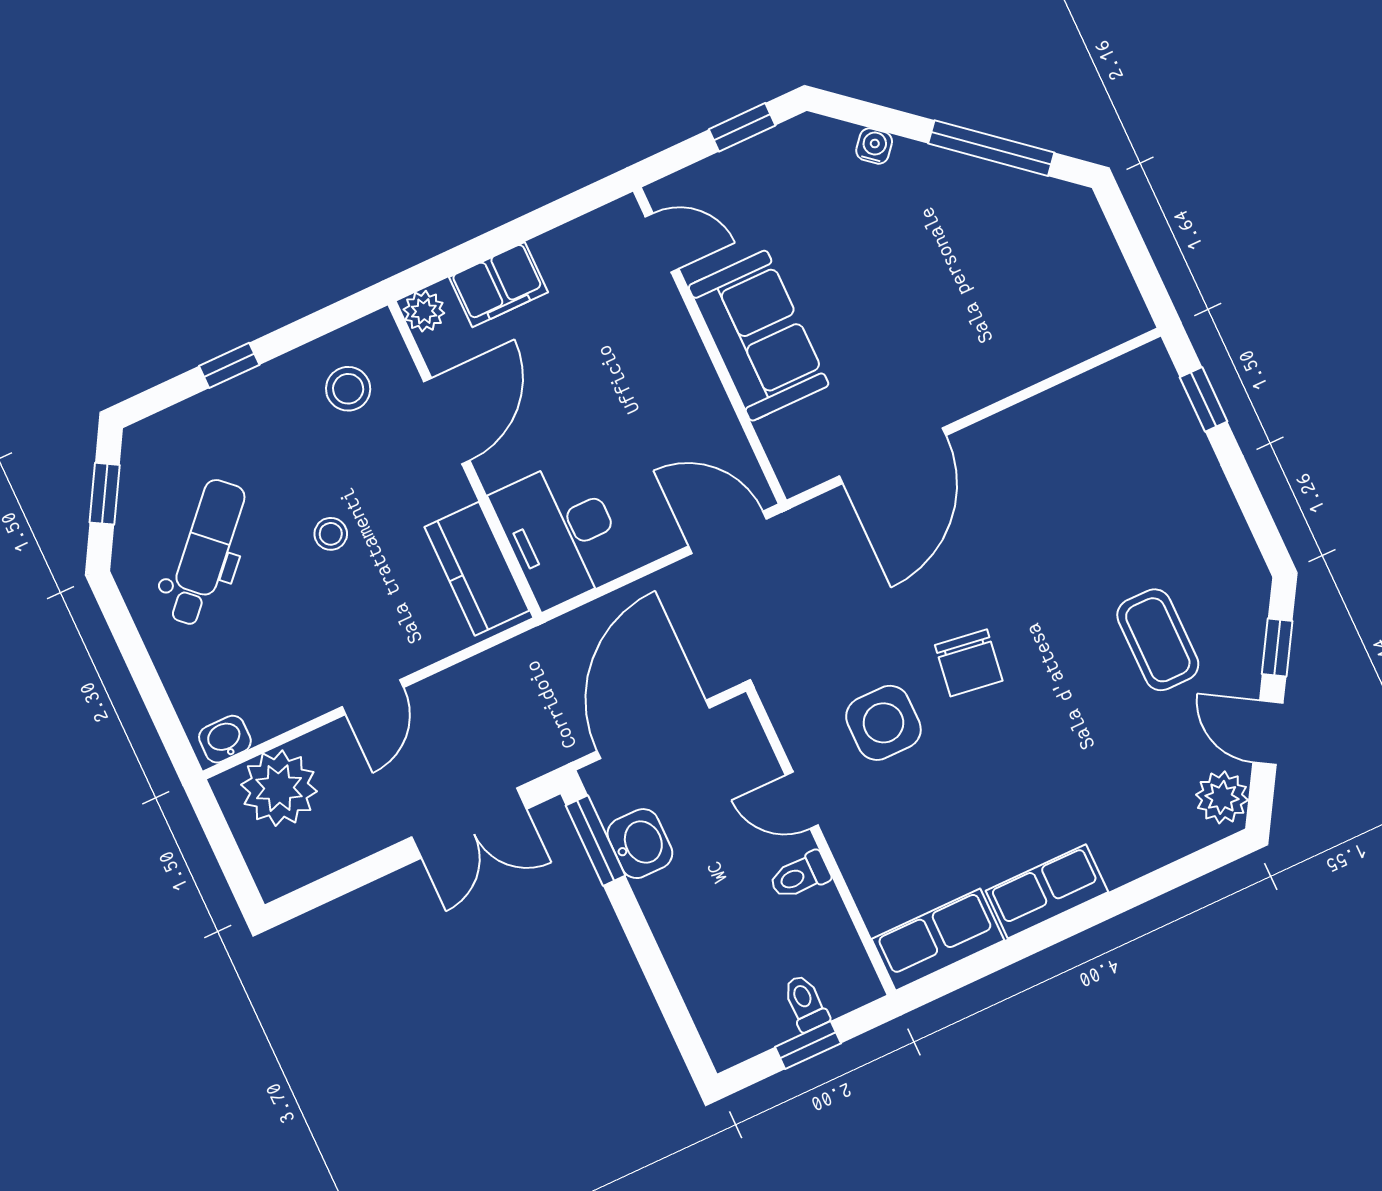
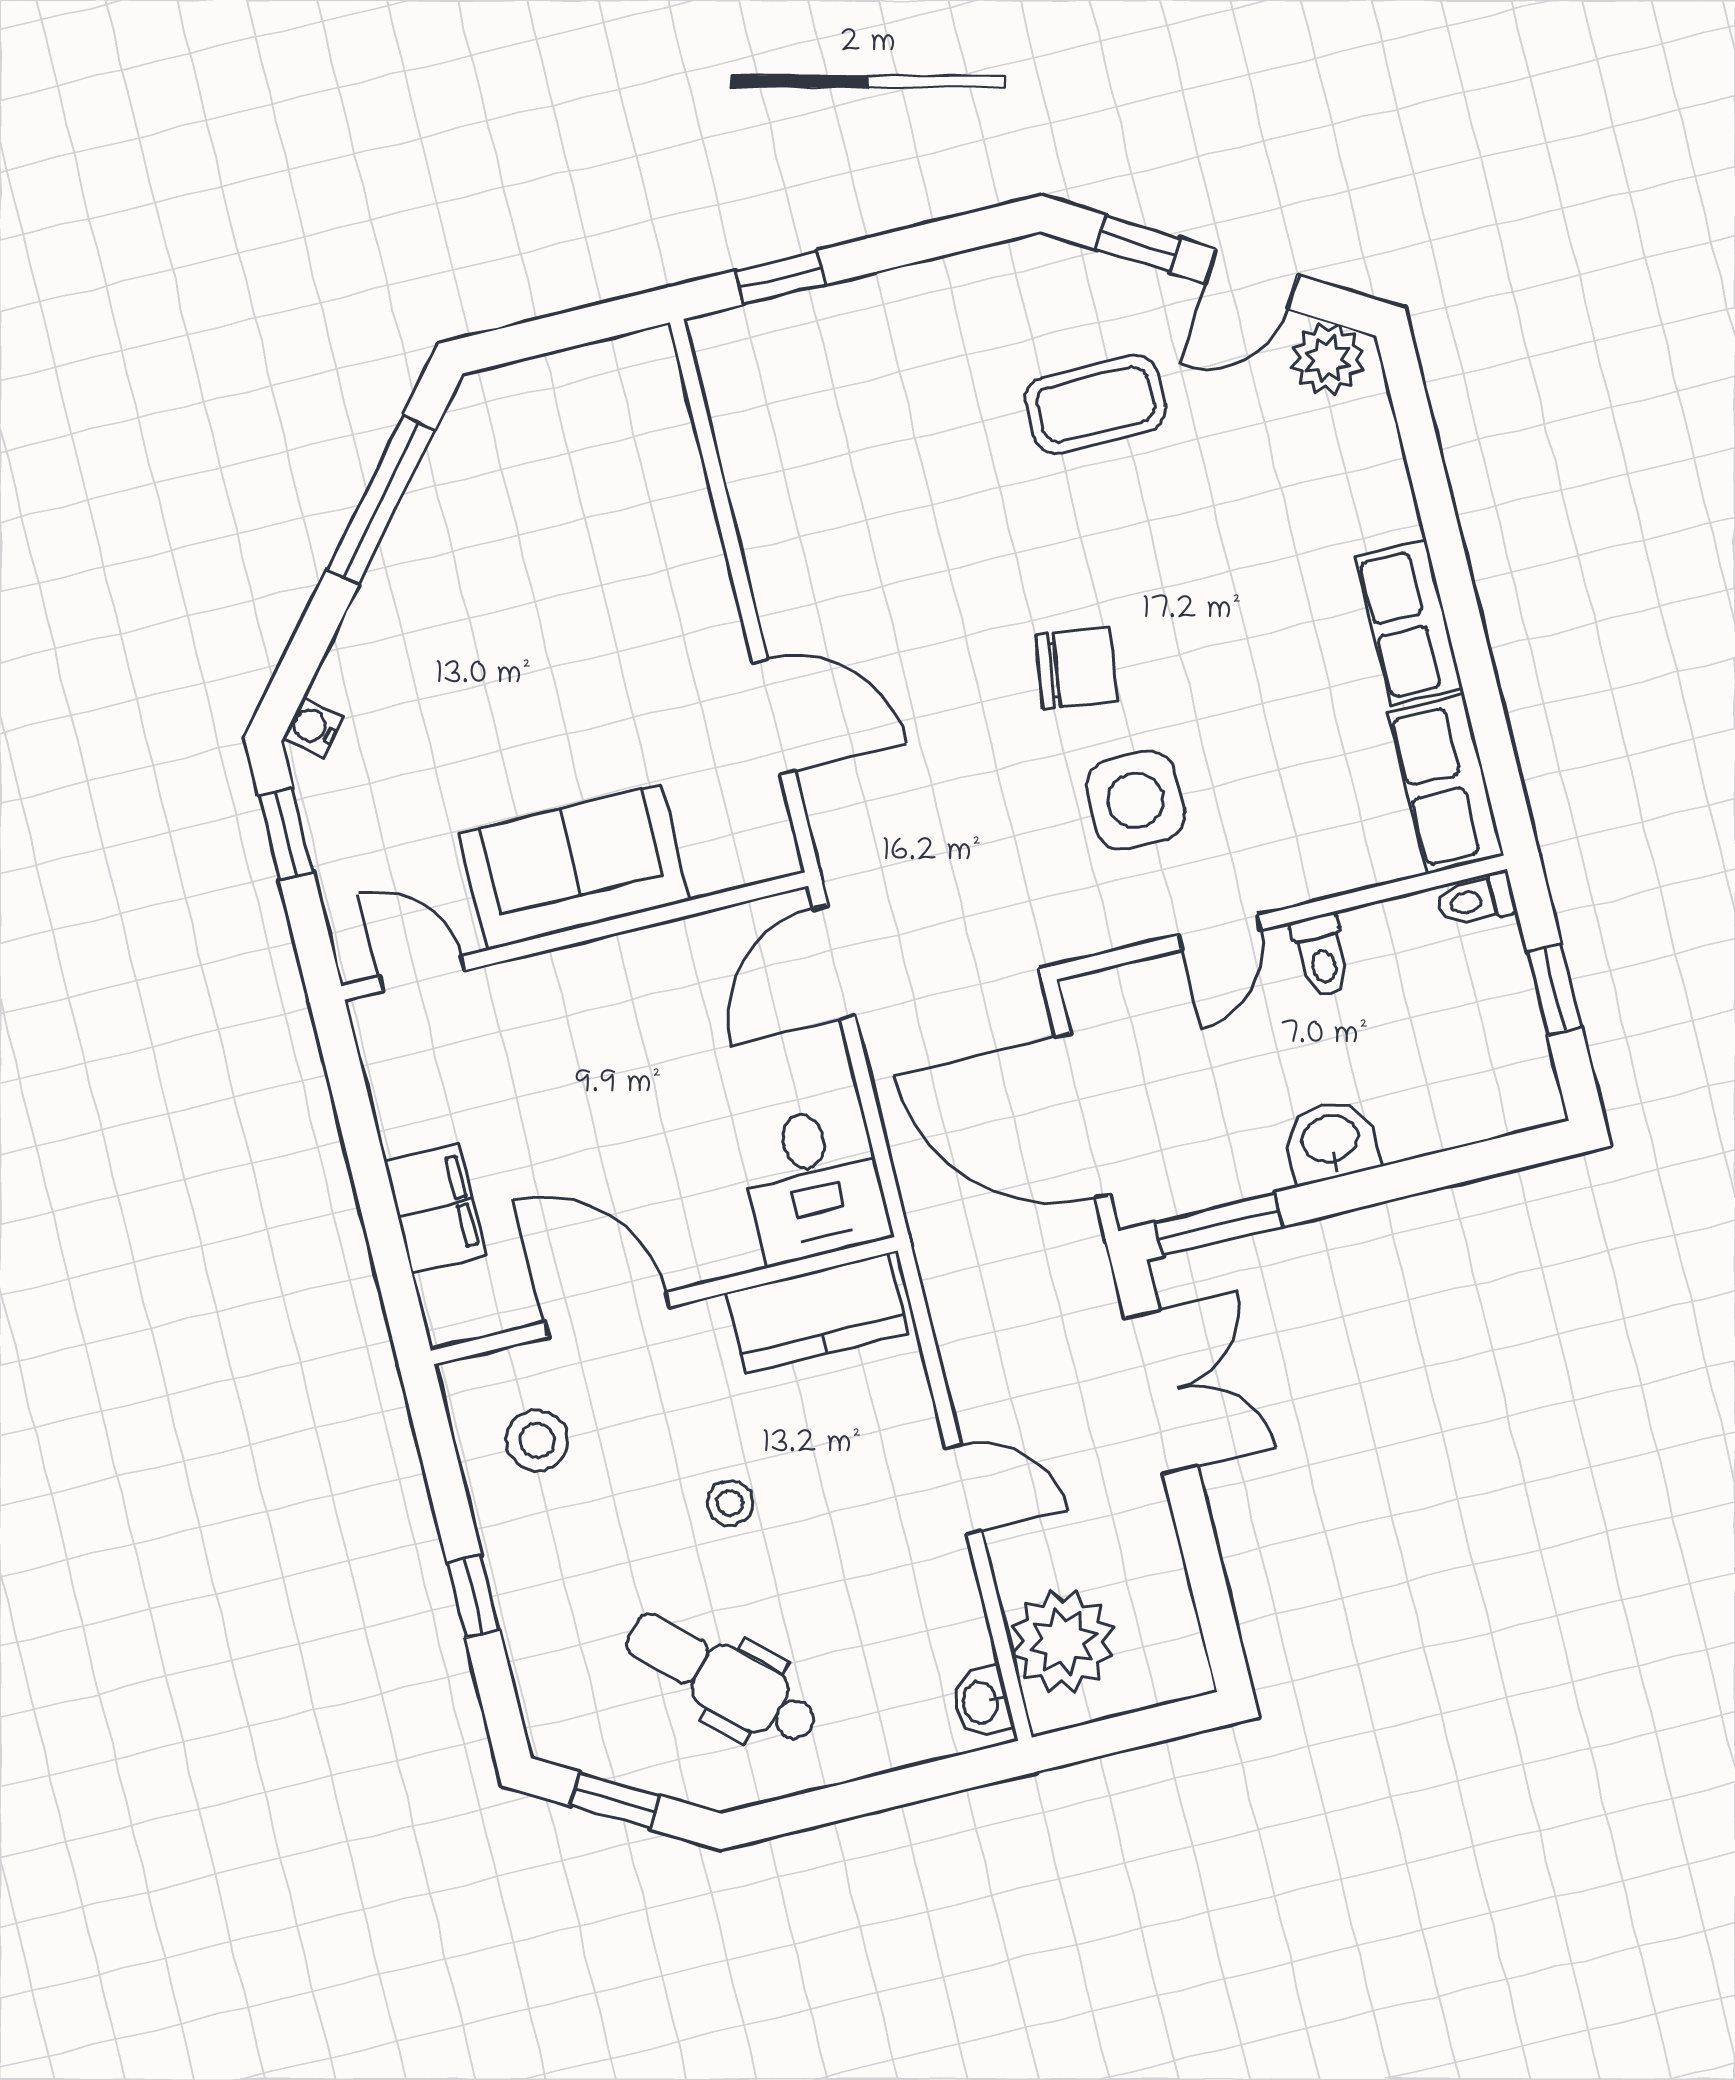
water cooler: (874, 146) -> (313, 727), moved
door: (662, 243) -> (422, 974), hinge flipped
plant: (424, 311) -> (452, 1316), removed
door: (893, 456) -> (774, 717), width x0.73
desk: (560, 533) -> (814, 1184), width x0.73
washbasin: (640, 844) -> (1331, 1141), moved
toilet: (806, 1003) -> (1476, 900), moved

